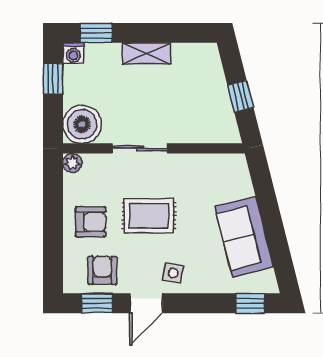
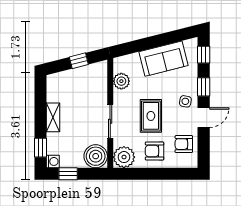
plant: (72, 163) -> (124, 157), width x1.87, depth x1.87
plant: (207, 167) -> (121, 81), added
armchair: (91, 222) -> (155, 151), turned -90
window: (97, 303) -> (204, 87), moved
door: (146, 303) -> (204, 118), hinge flipped

